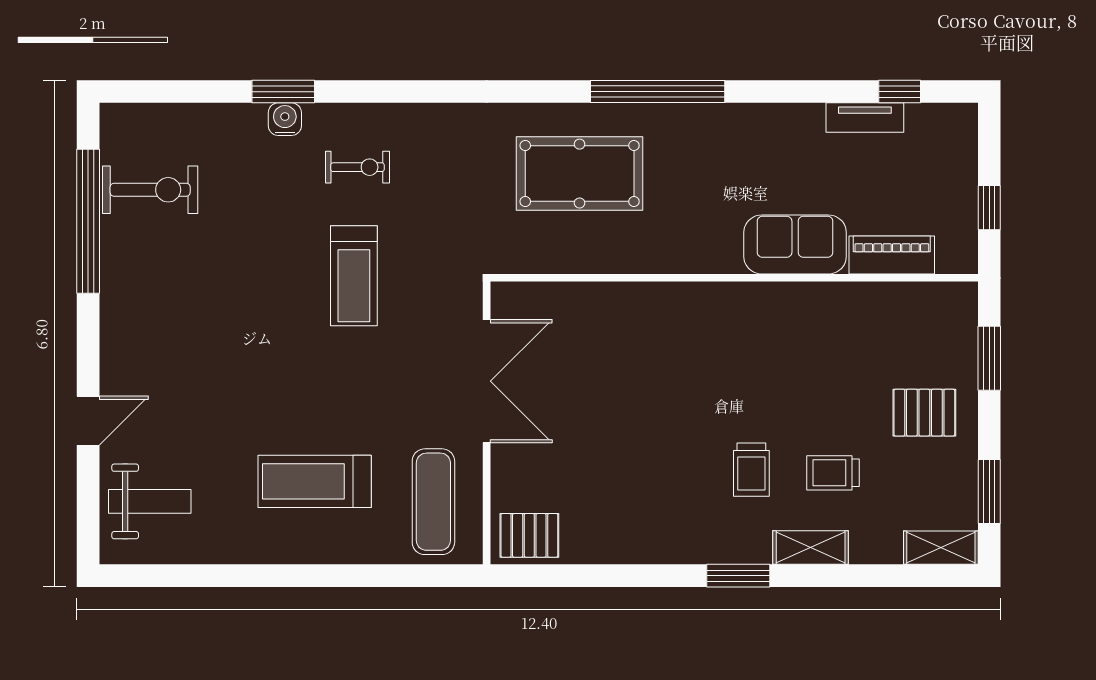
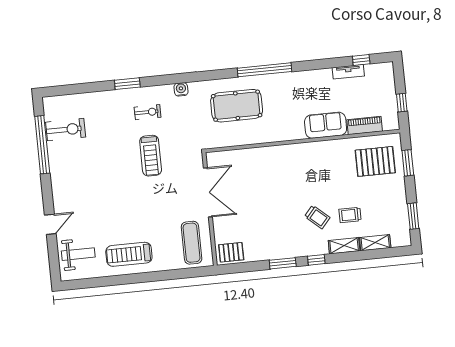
window: (283, 92) -> (127, 84), moved
water cooler: (285, 119) -> (181, 89), moved
pallet: (924, 413) -> (375, 161), moved, width x1.50, depth x1.42
trolley: (751, 470) -> (317, 217), turned -49
treadmill: (315, 481) -> (129, 254), moved
shelving: (941, 548) -> (375, 243), moved
window: (654, 576) -> (283, 263), added
window: (738, 576) -> (316, 260), width x0.67

